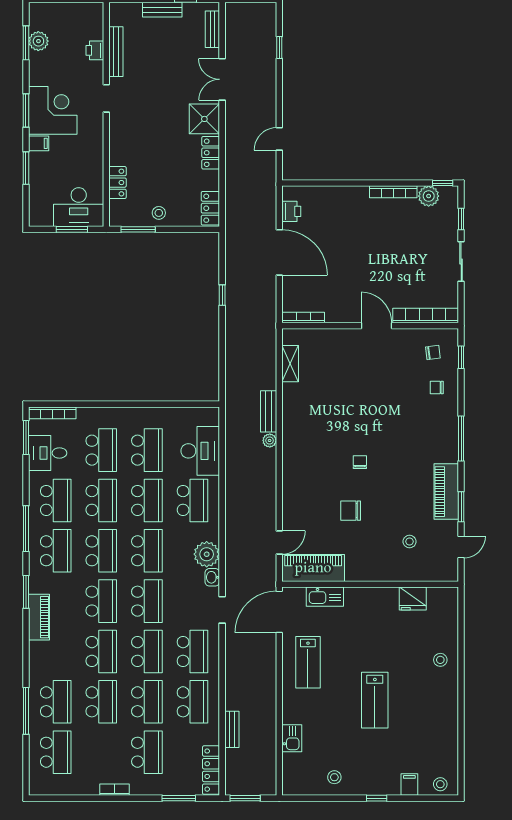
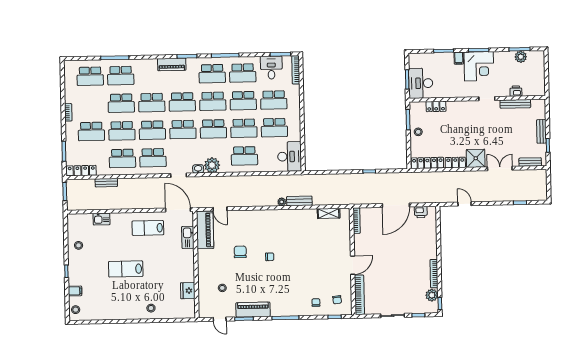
locker: (210, 208) -> (427, 163), width x1.53
desk: (200, 451) -> (290, 157), moved, turned -90

